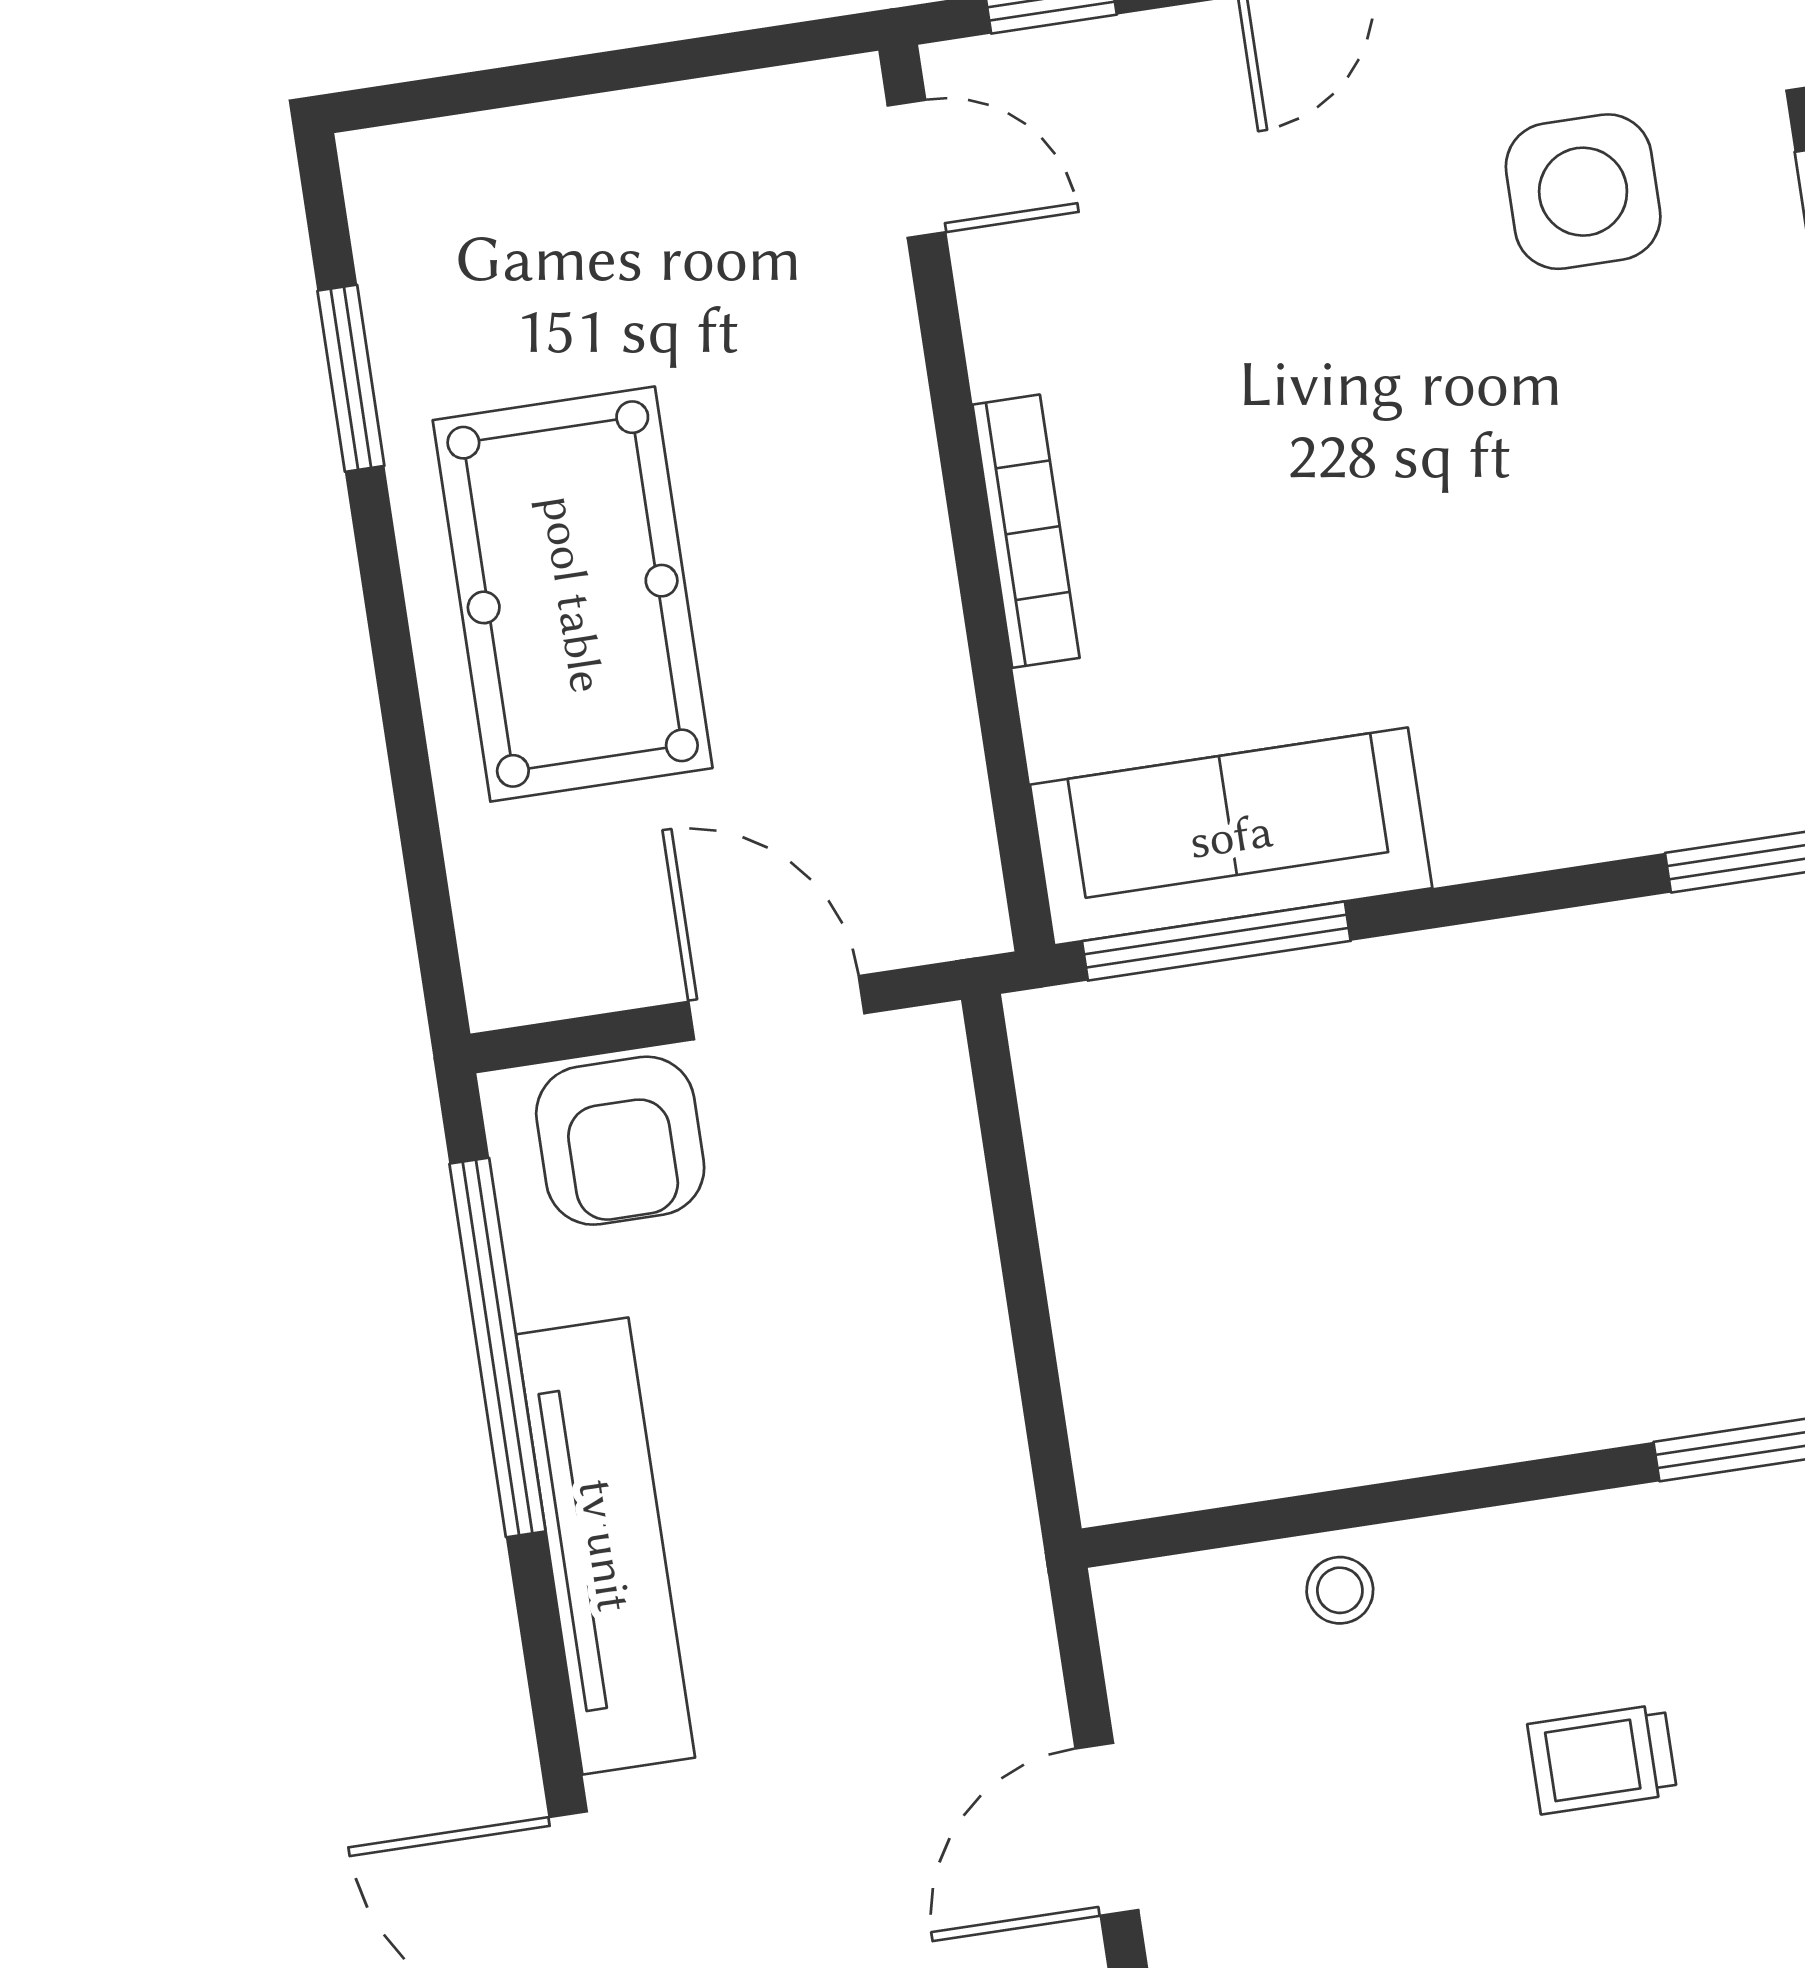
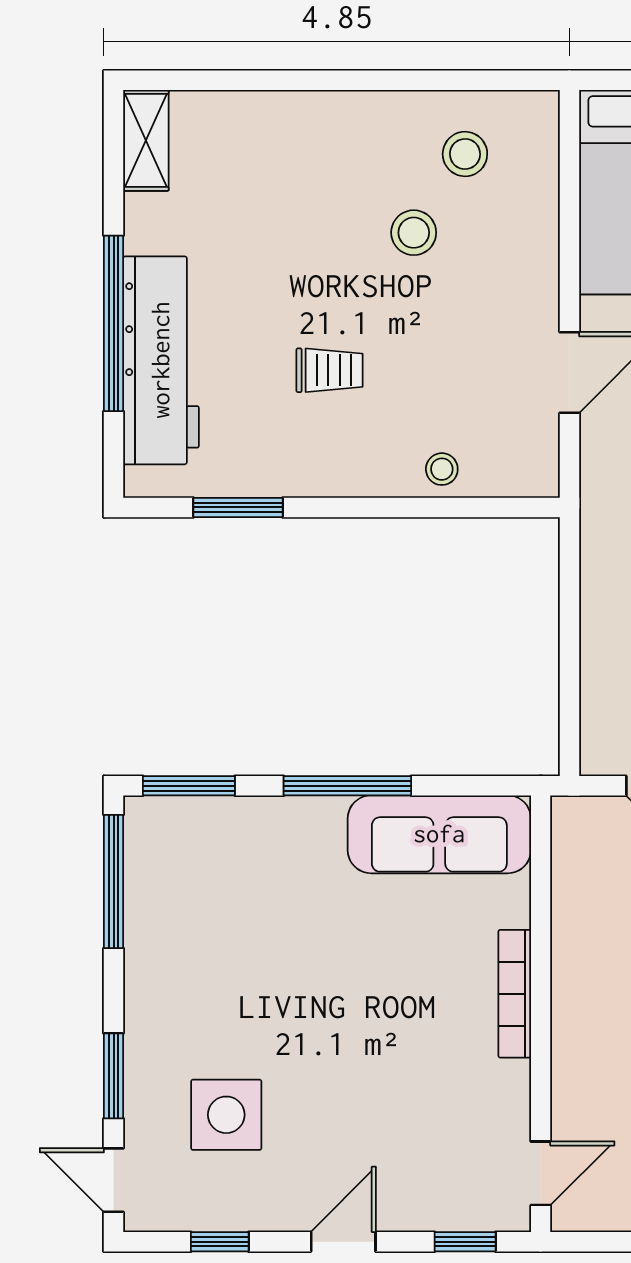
door: (916, 169) -> (541, 1173), swing flipped
window: (1216, 941) -> (347, 786), moved

